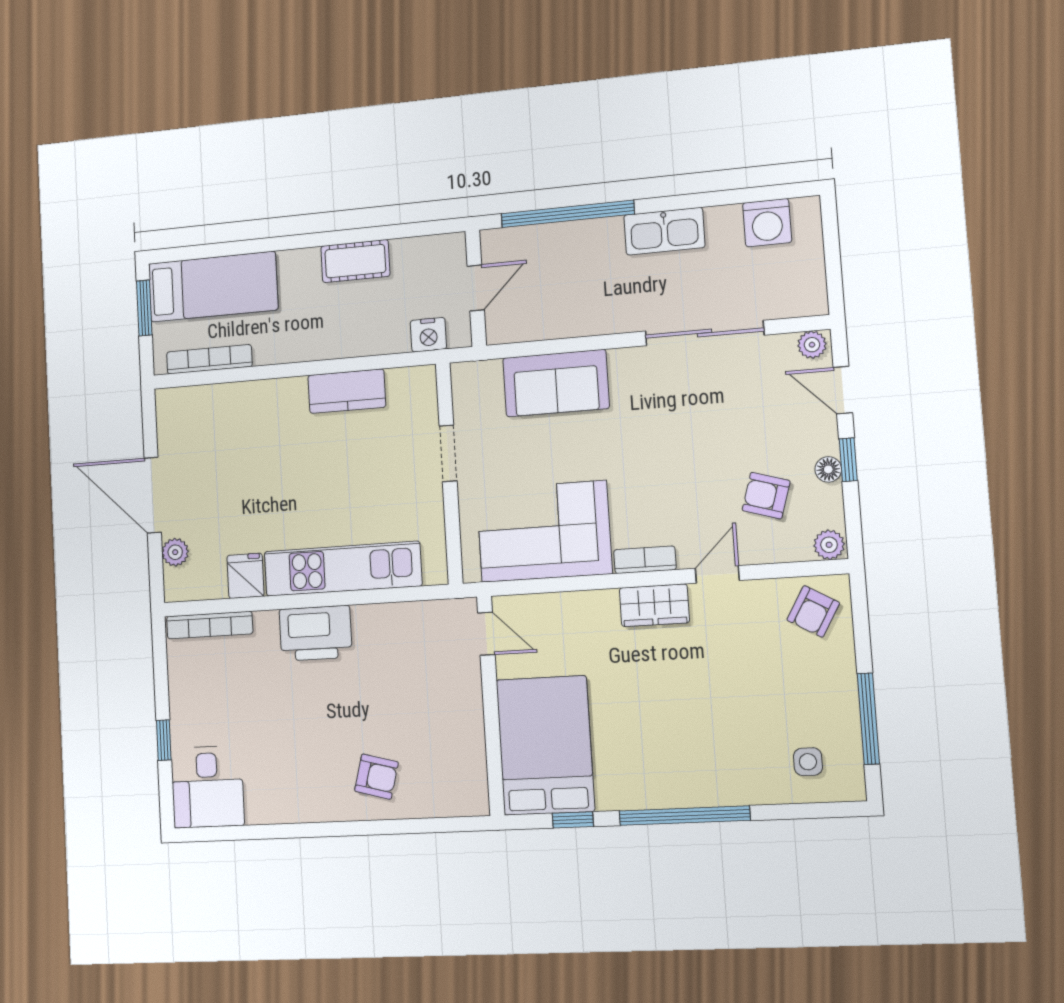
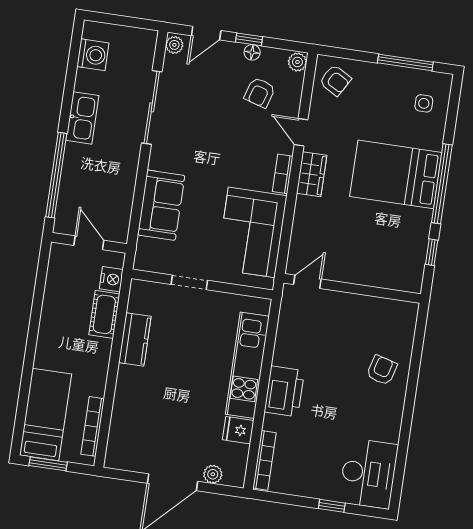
cot: (355, 261) -> (104, 314), moved
bed: (545, 745) -> (396, 174), moved
desk: (207, 787) -> (368, 473), width x1.37

